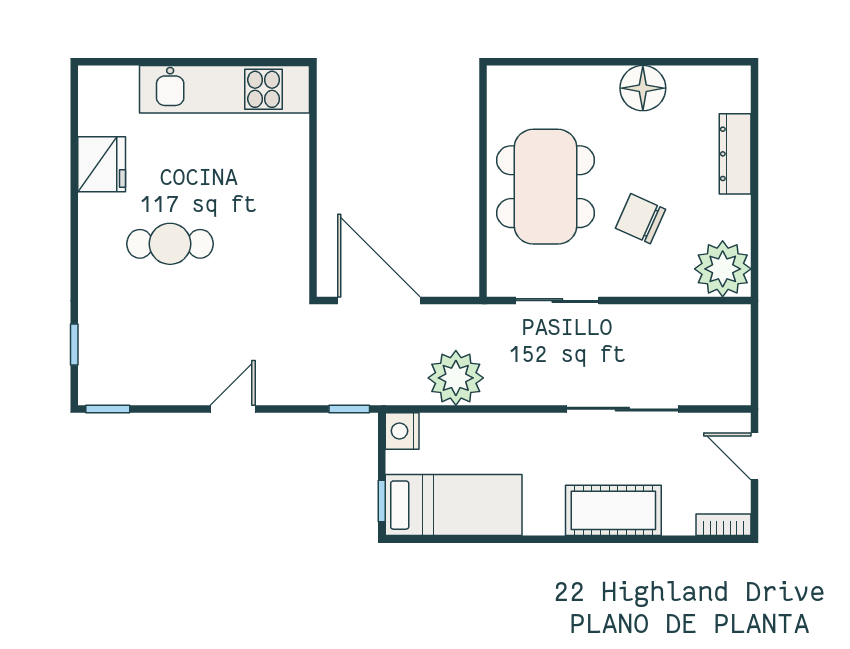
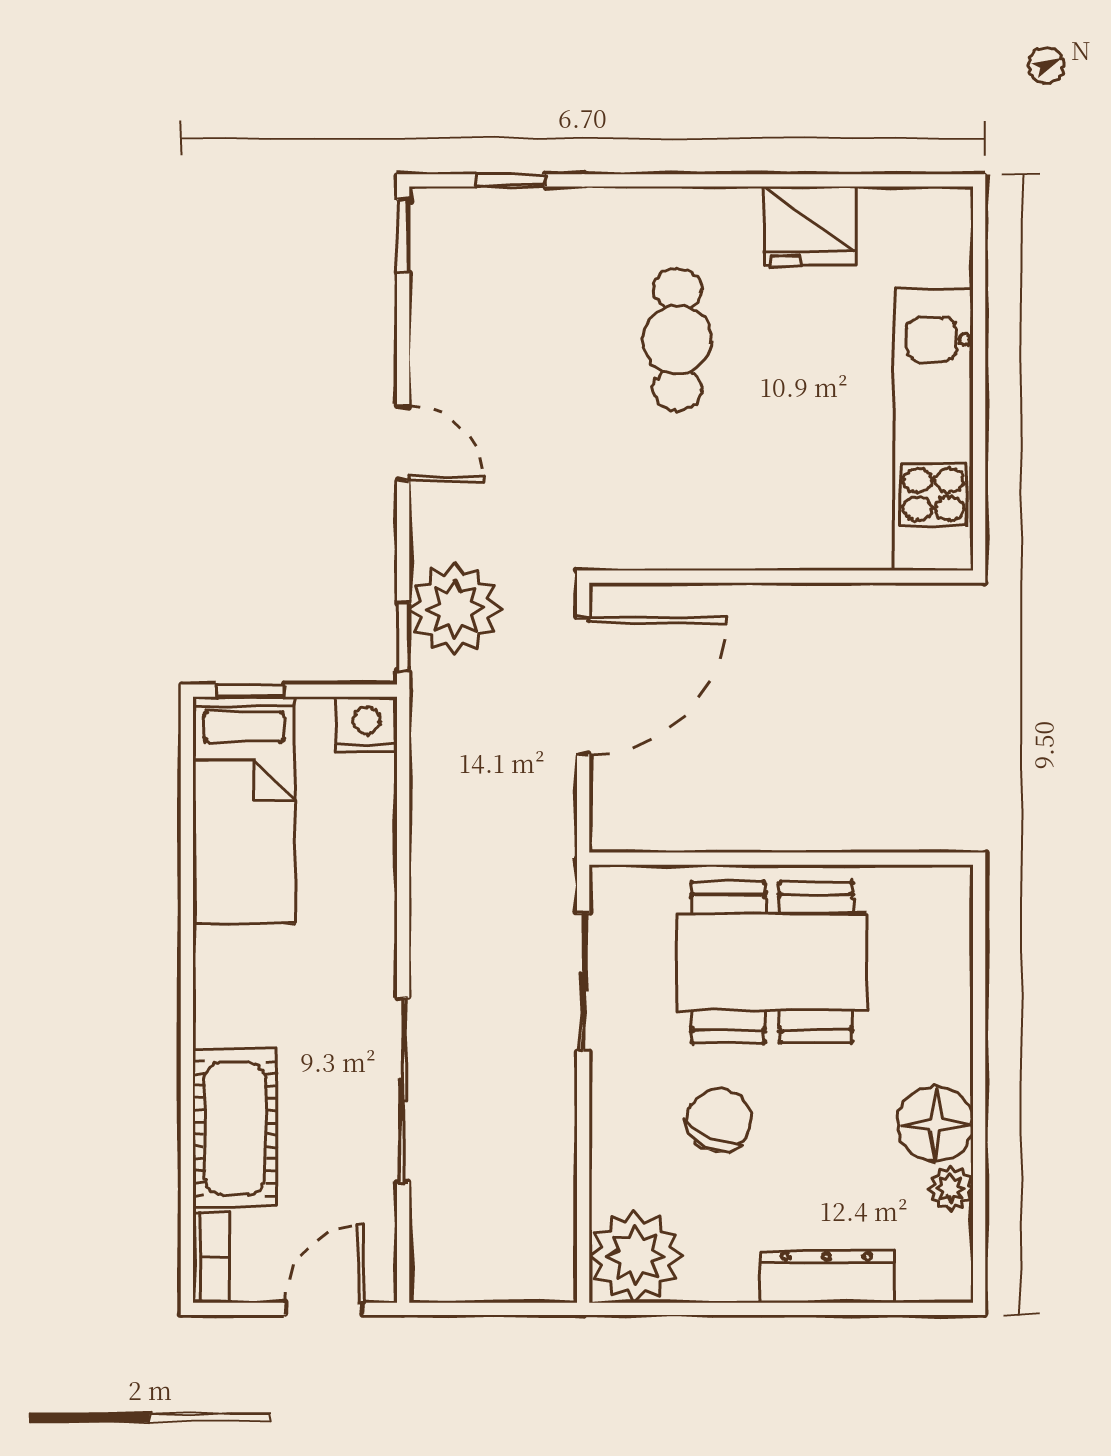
plant: (682, 79) -> (951, 1189), added
plant: (456, 378) -> (455, 609), moved
cot: (613, 510) -> (235, 1128), moved

